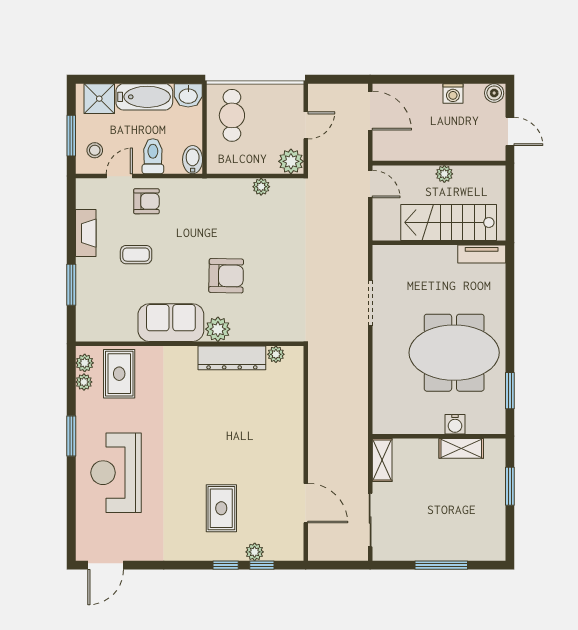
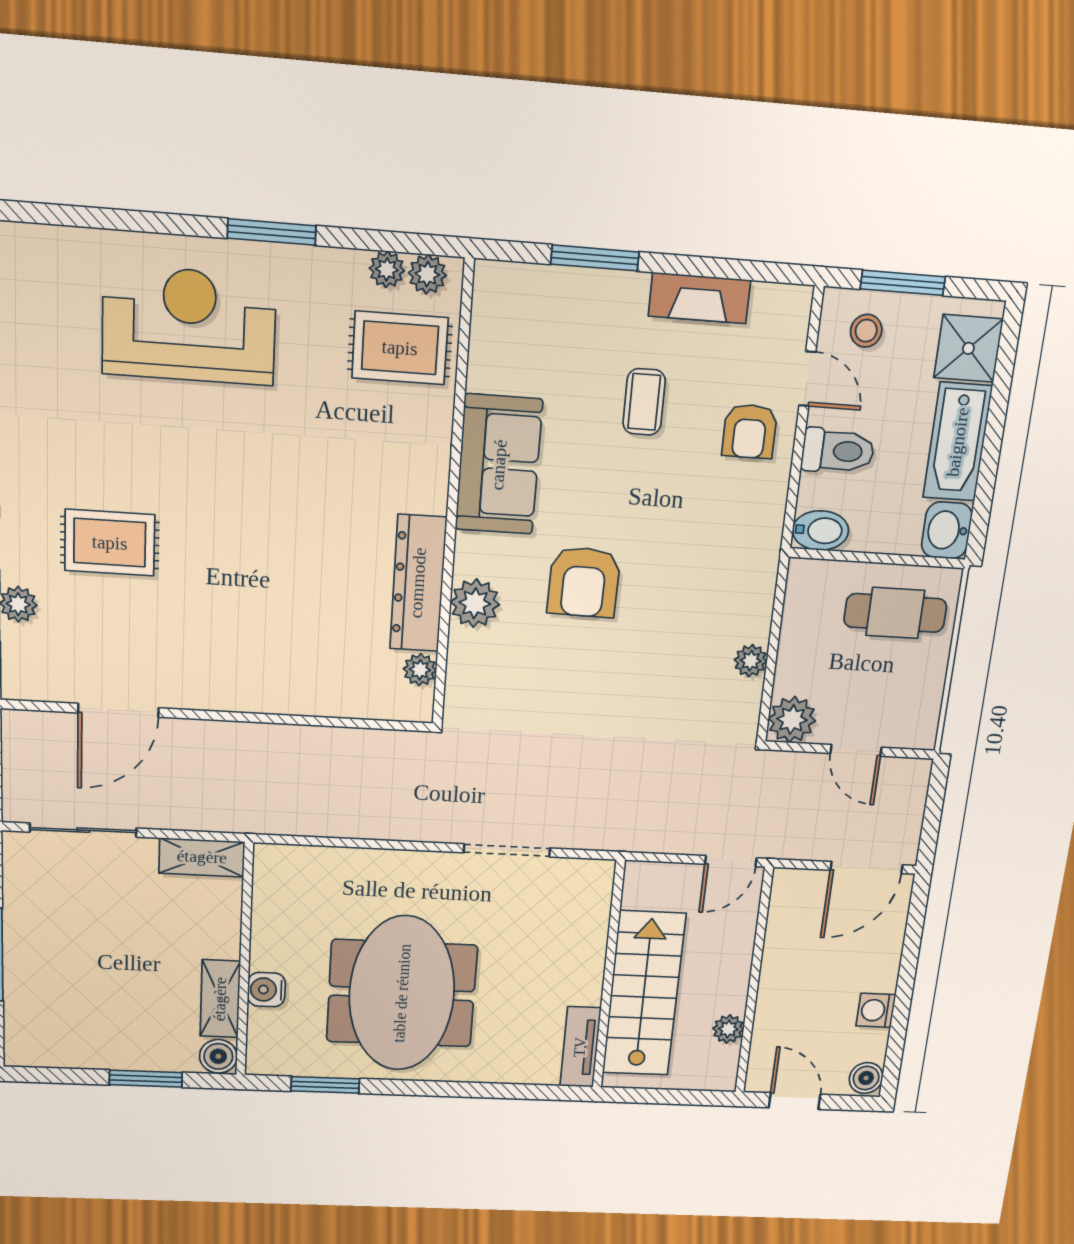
door: (510, 131) -> (795, 1101), swing flipped
plant: (444, 174) -> (728, 1029), moved
plant: (218, 329) -> (475, 603), moved
boiler: (495, 448) -> (218, 1056), added

